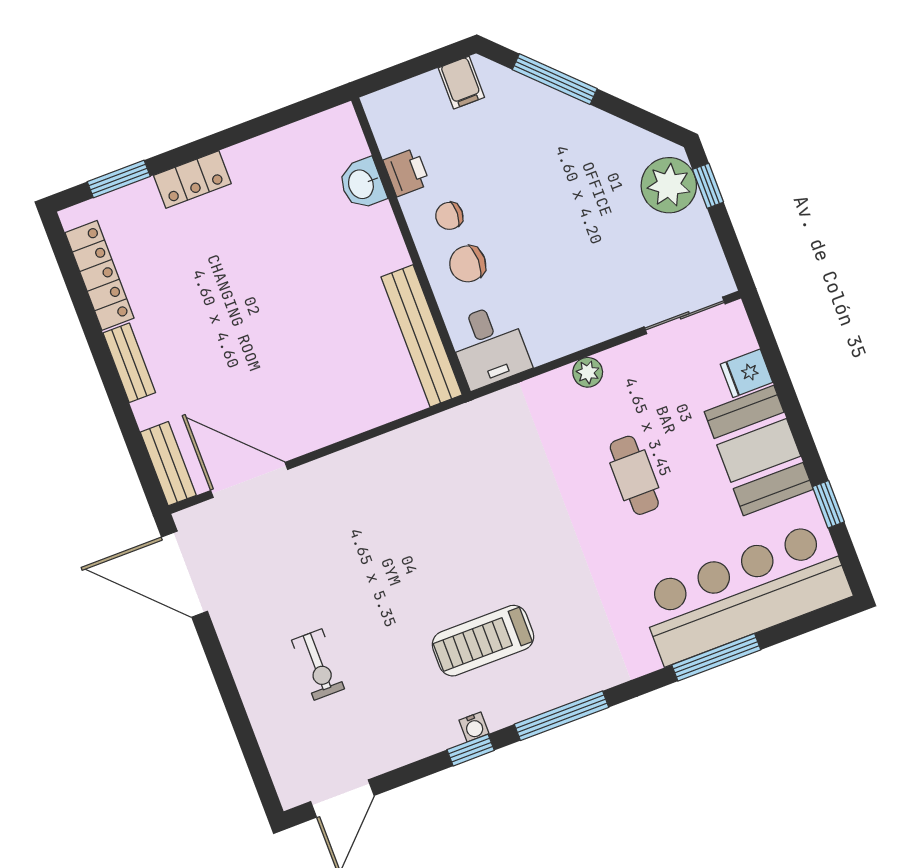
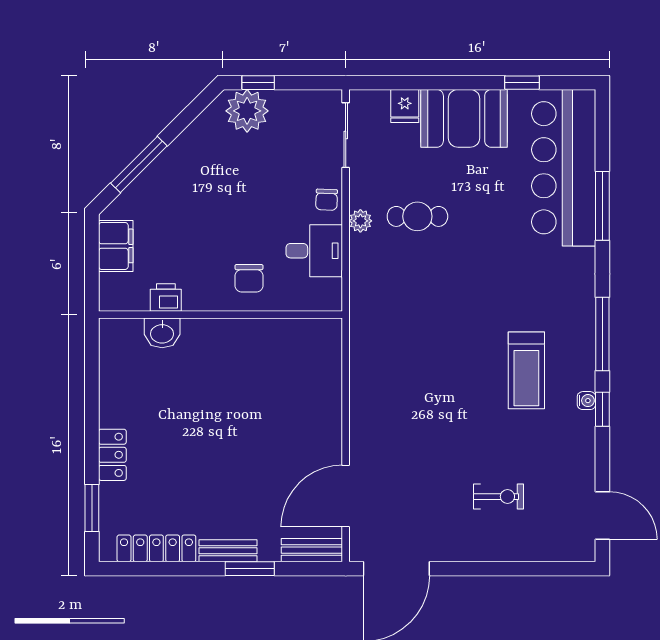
filing cabinet: (461, 83) -> (116, 246), width x2.00
chair: (449, 216) -> (327, 200), moved
bench: (422, 336) -> (289, 331), removed
desk: (489, 346) -> (314, 251), moved
window: (118, 397) -> (250, 569), added
cafe table: (634, 475) -> (417, 216), moved

